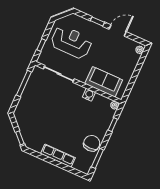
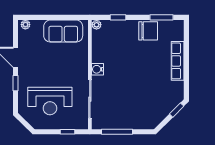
reception desk: (71, 42) -> (50, 101), turned -90
sofa: (104, 82) -> (63, 31), moved, turned -90
water cooler: (89, 95) -> (98, 69), moved
chair: (92, 143) -> (148, 31), turned 180

